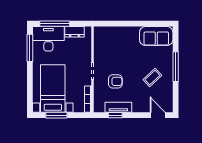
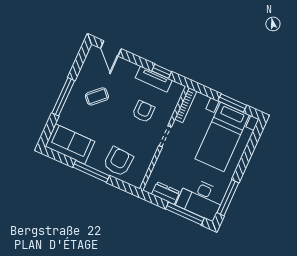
window: (133, 24) -> (91, 171), added
armchair: (117, 39) -> (118, 161), added
armchair: (115, 81) -> (143, 112), turned 90

